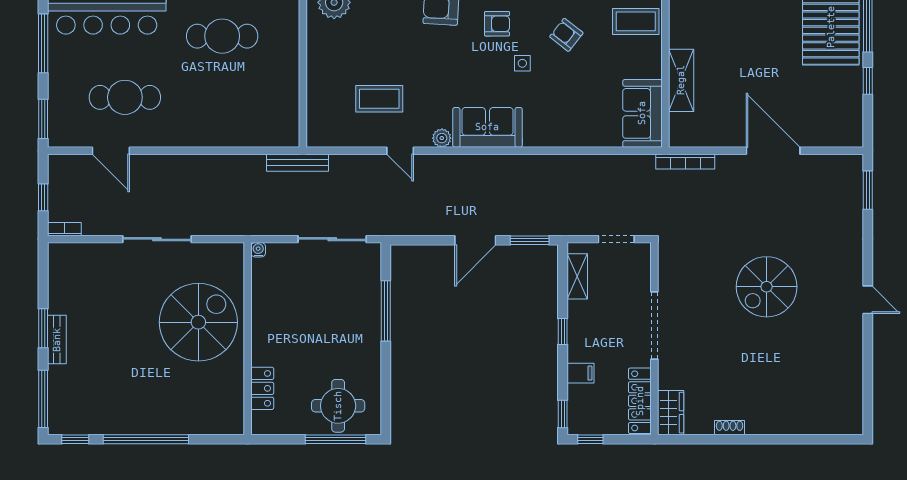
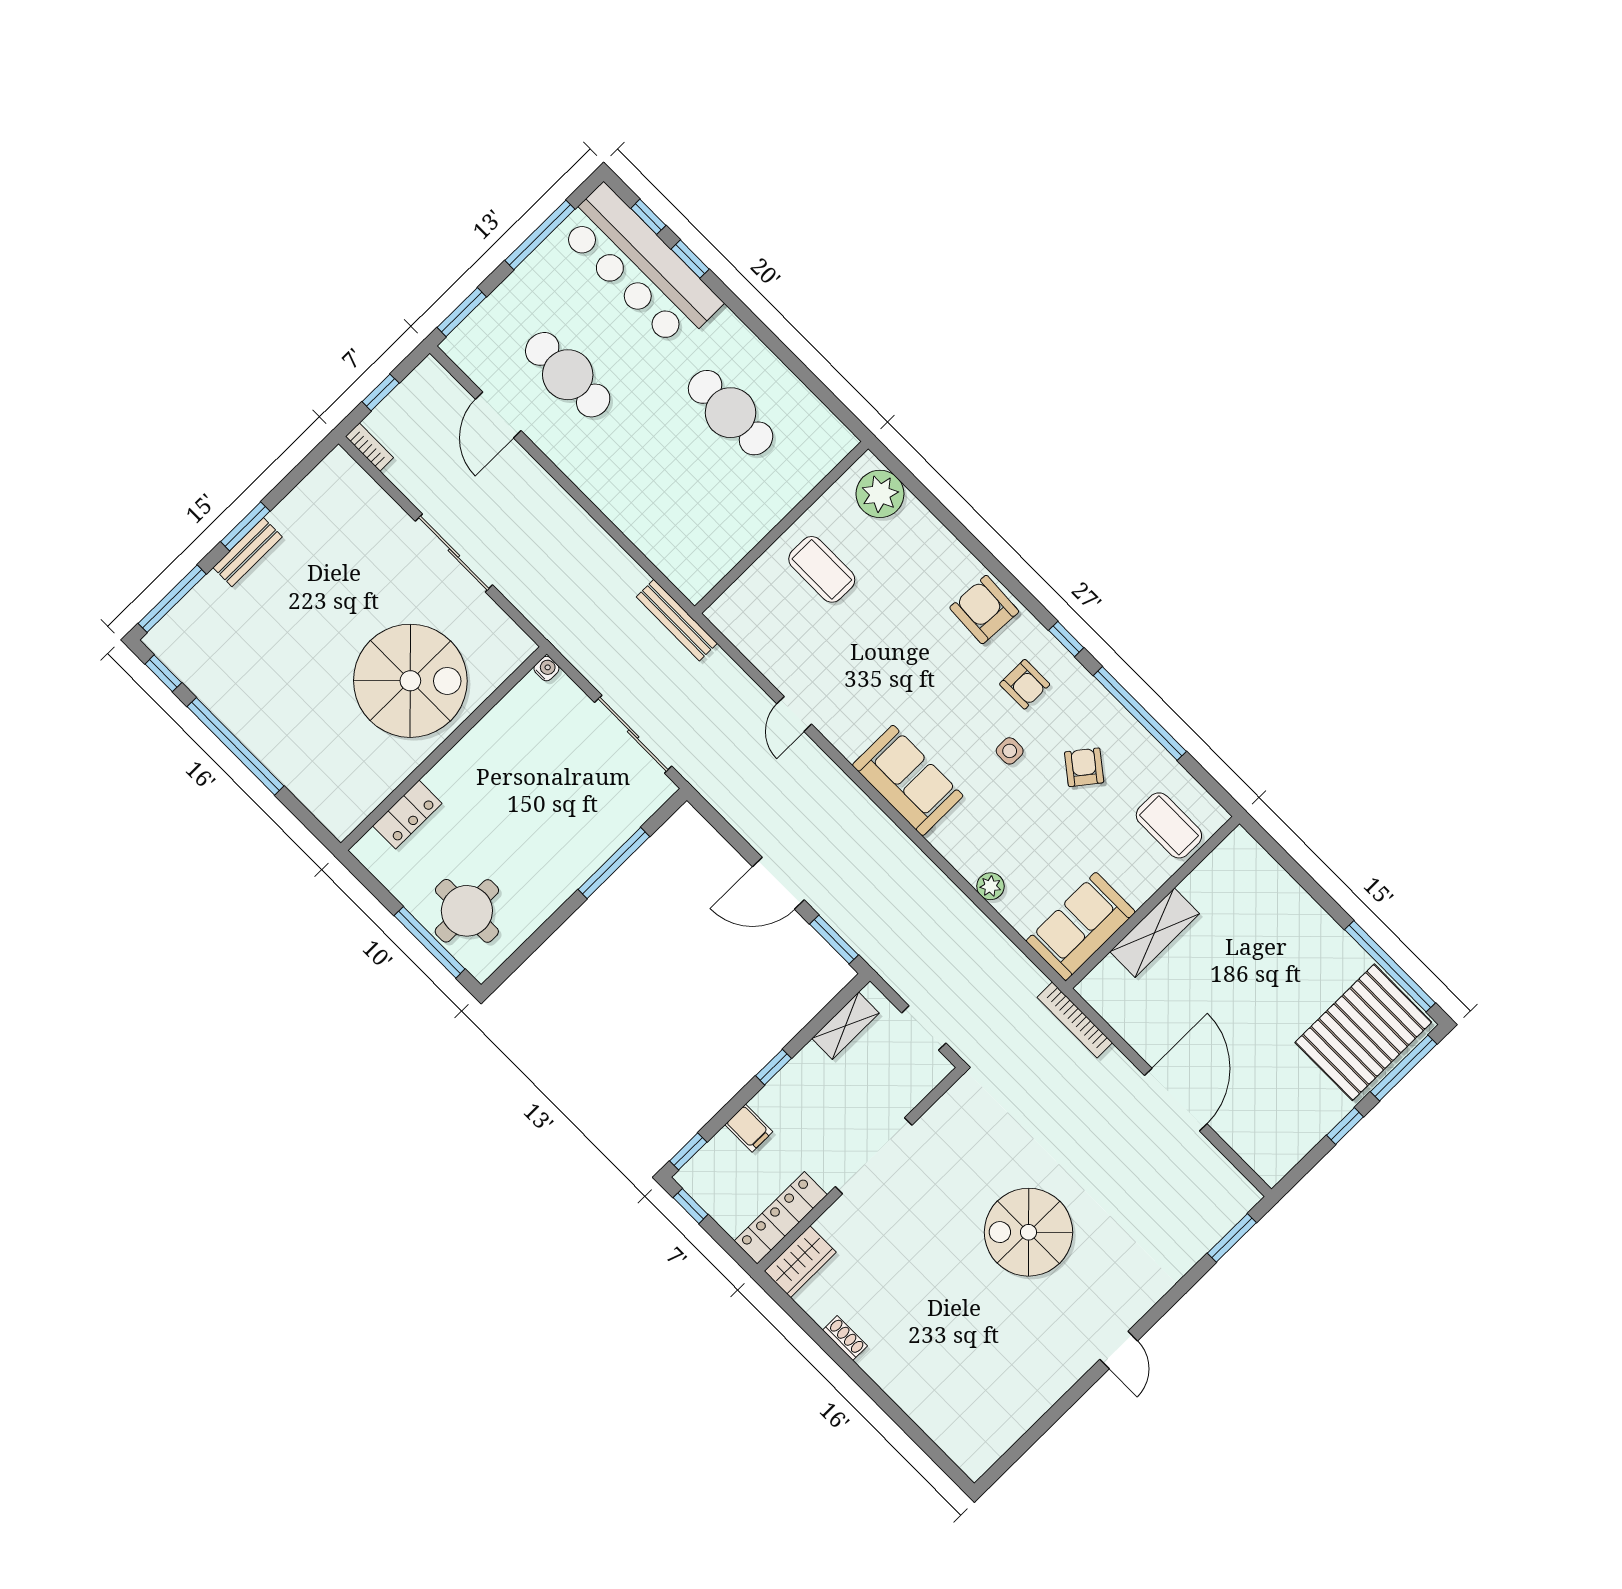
coffee table: (379, 99) -> (822, 569), moved
plant: (442, 138) -> (990, 886), moved

